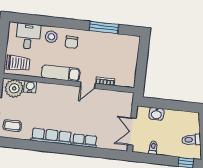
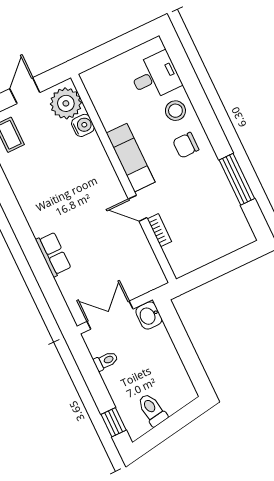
trolley: (18, 63) -> (106, 86), removed
washbasin: (156, 114) -> (149, 316), moved
row of seats: (52, 136) -> (30, 202), removed

